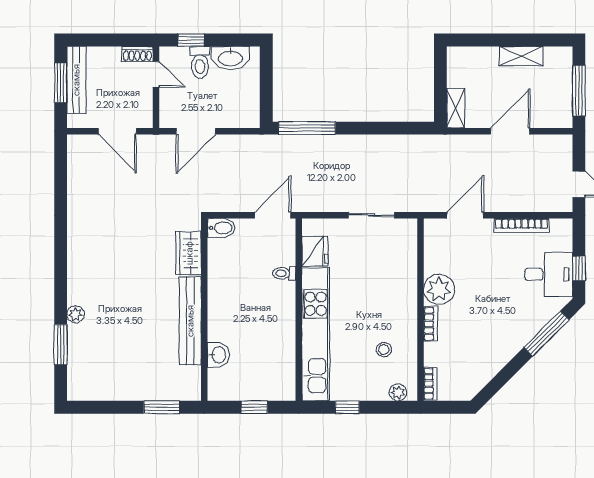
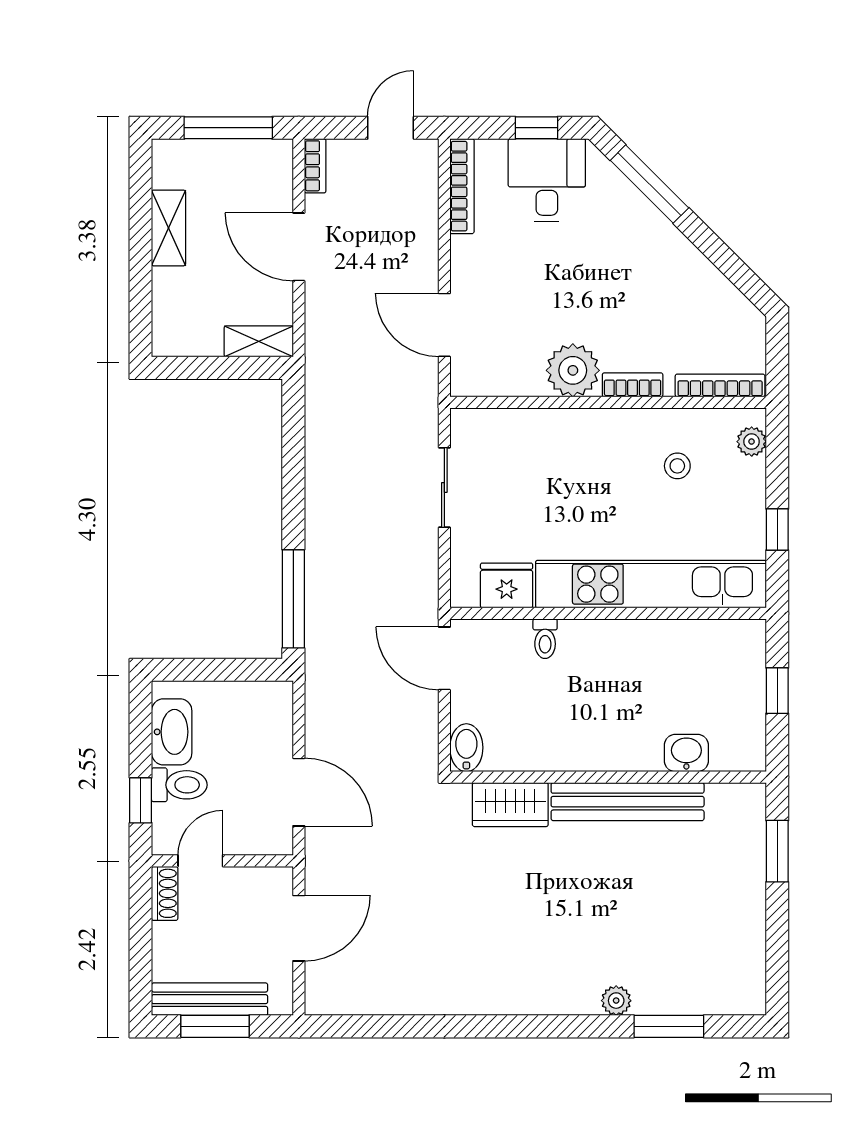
bookcase: (557, 141) -> (315, 166), added
bookcase: (522, 225) -> (462, 186), moved
bookcase: (430, 384) -> (720, 385), width x1.56

